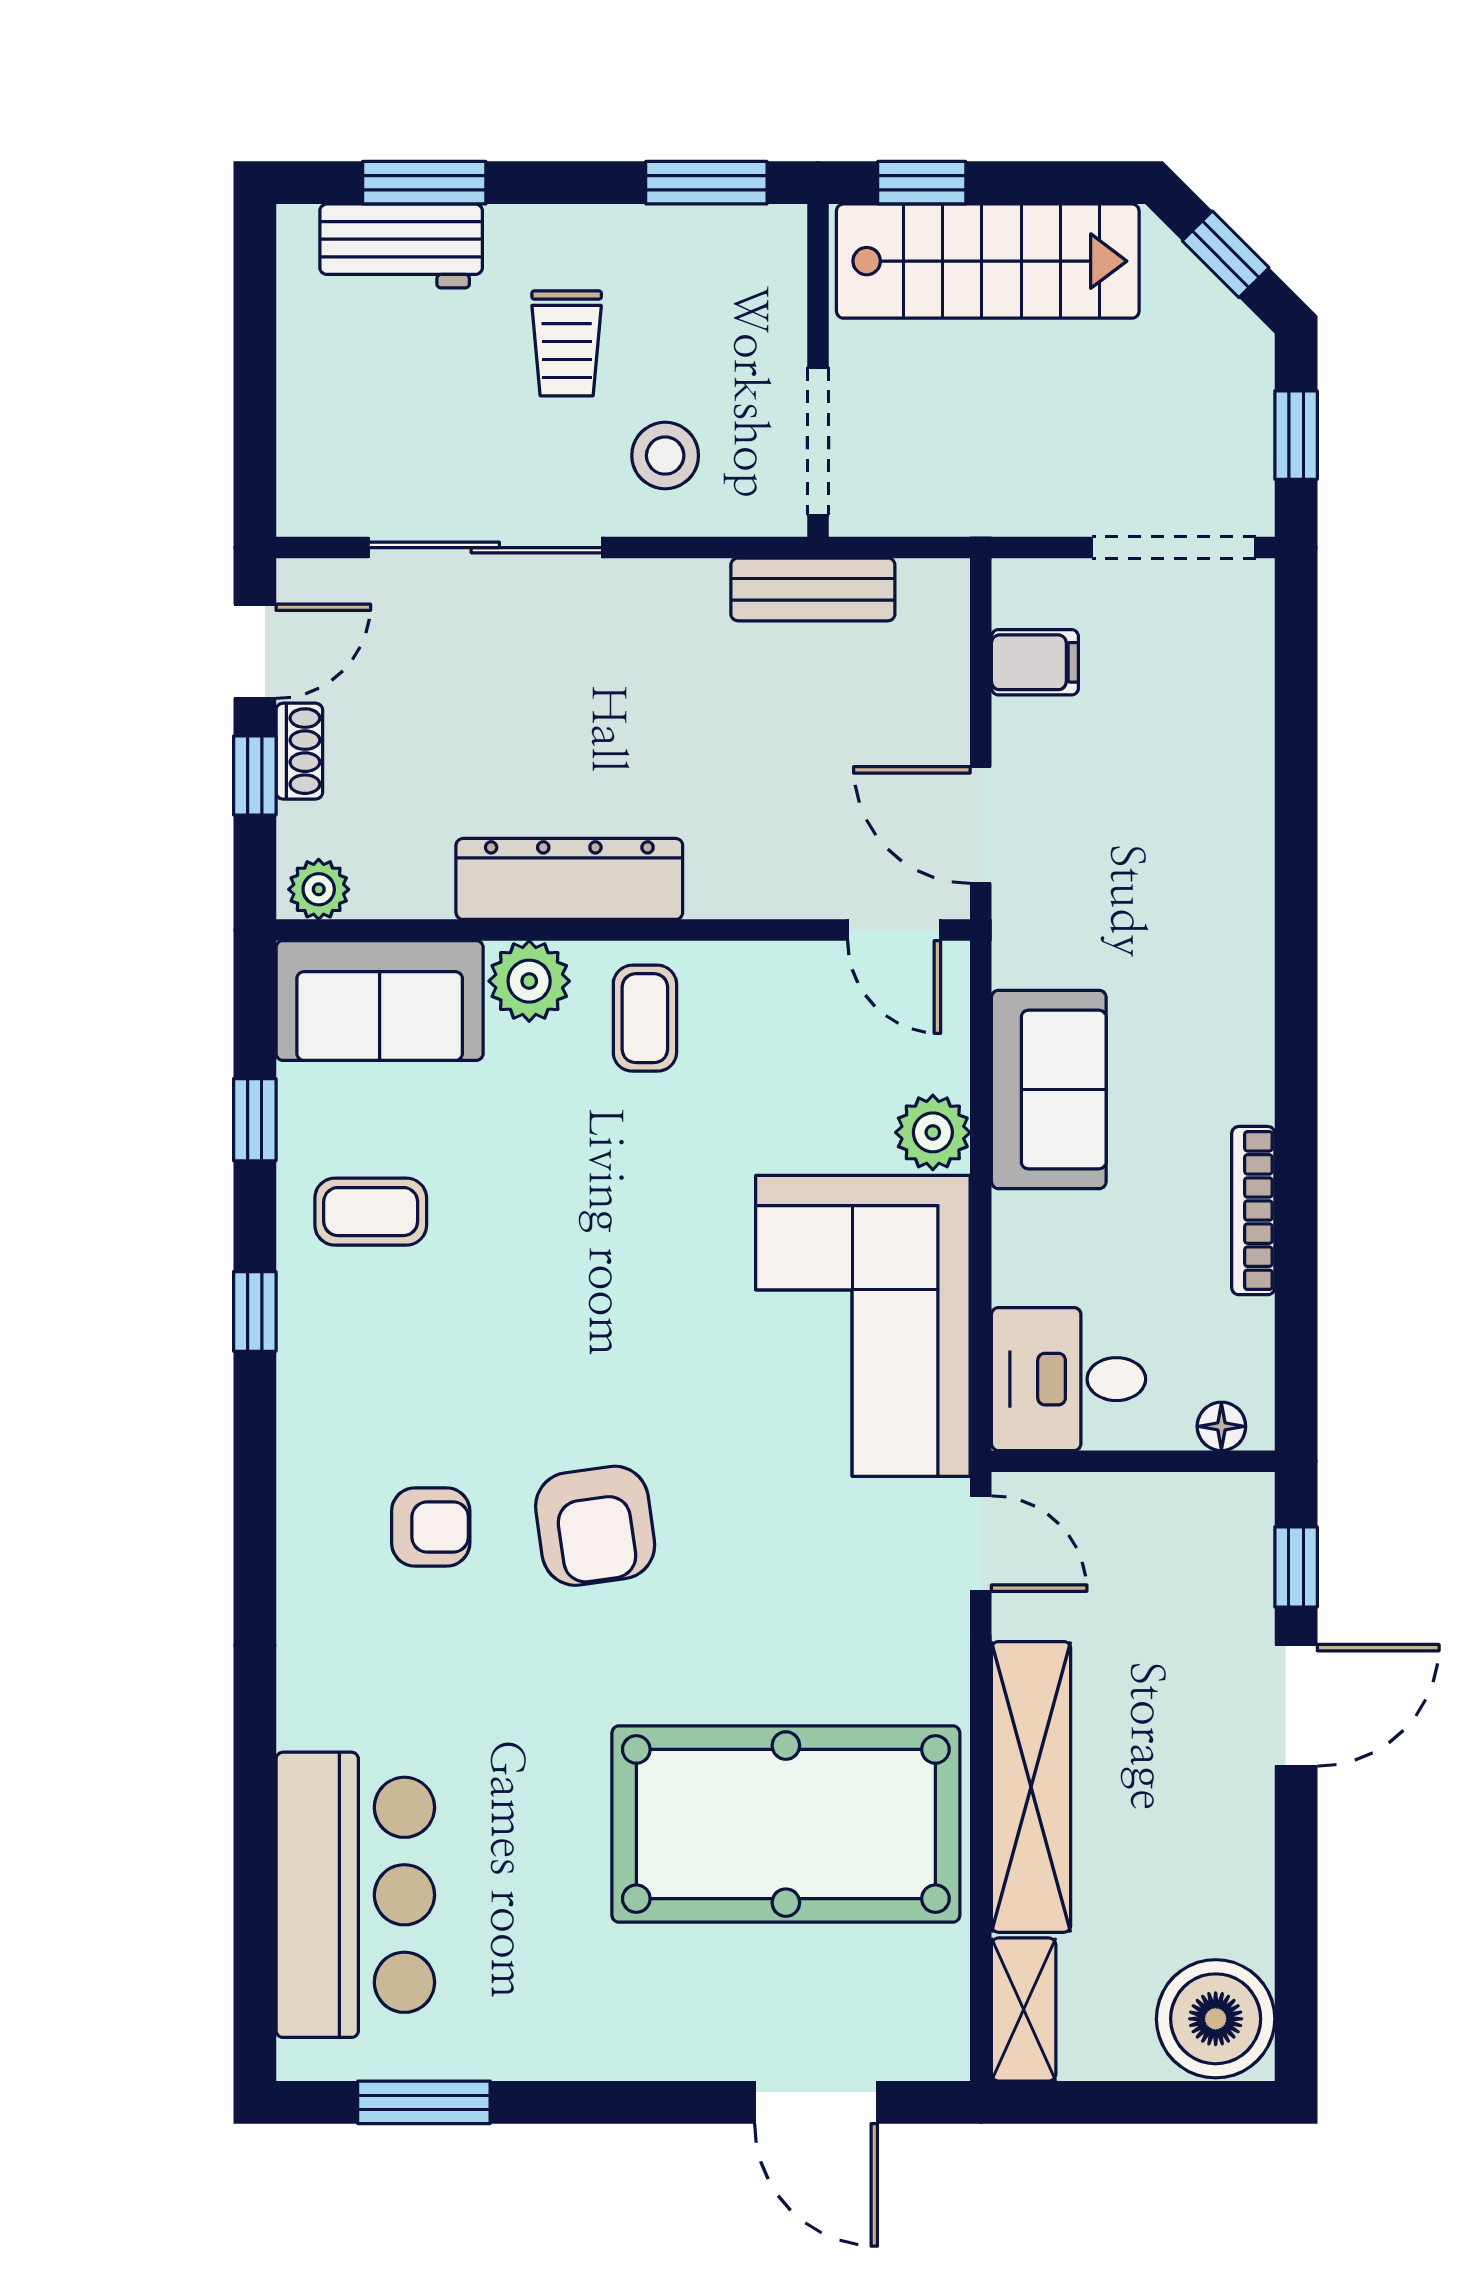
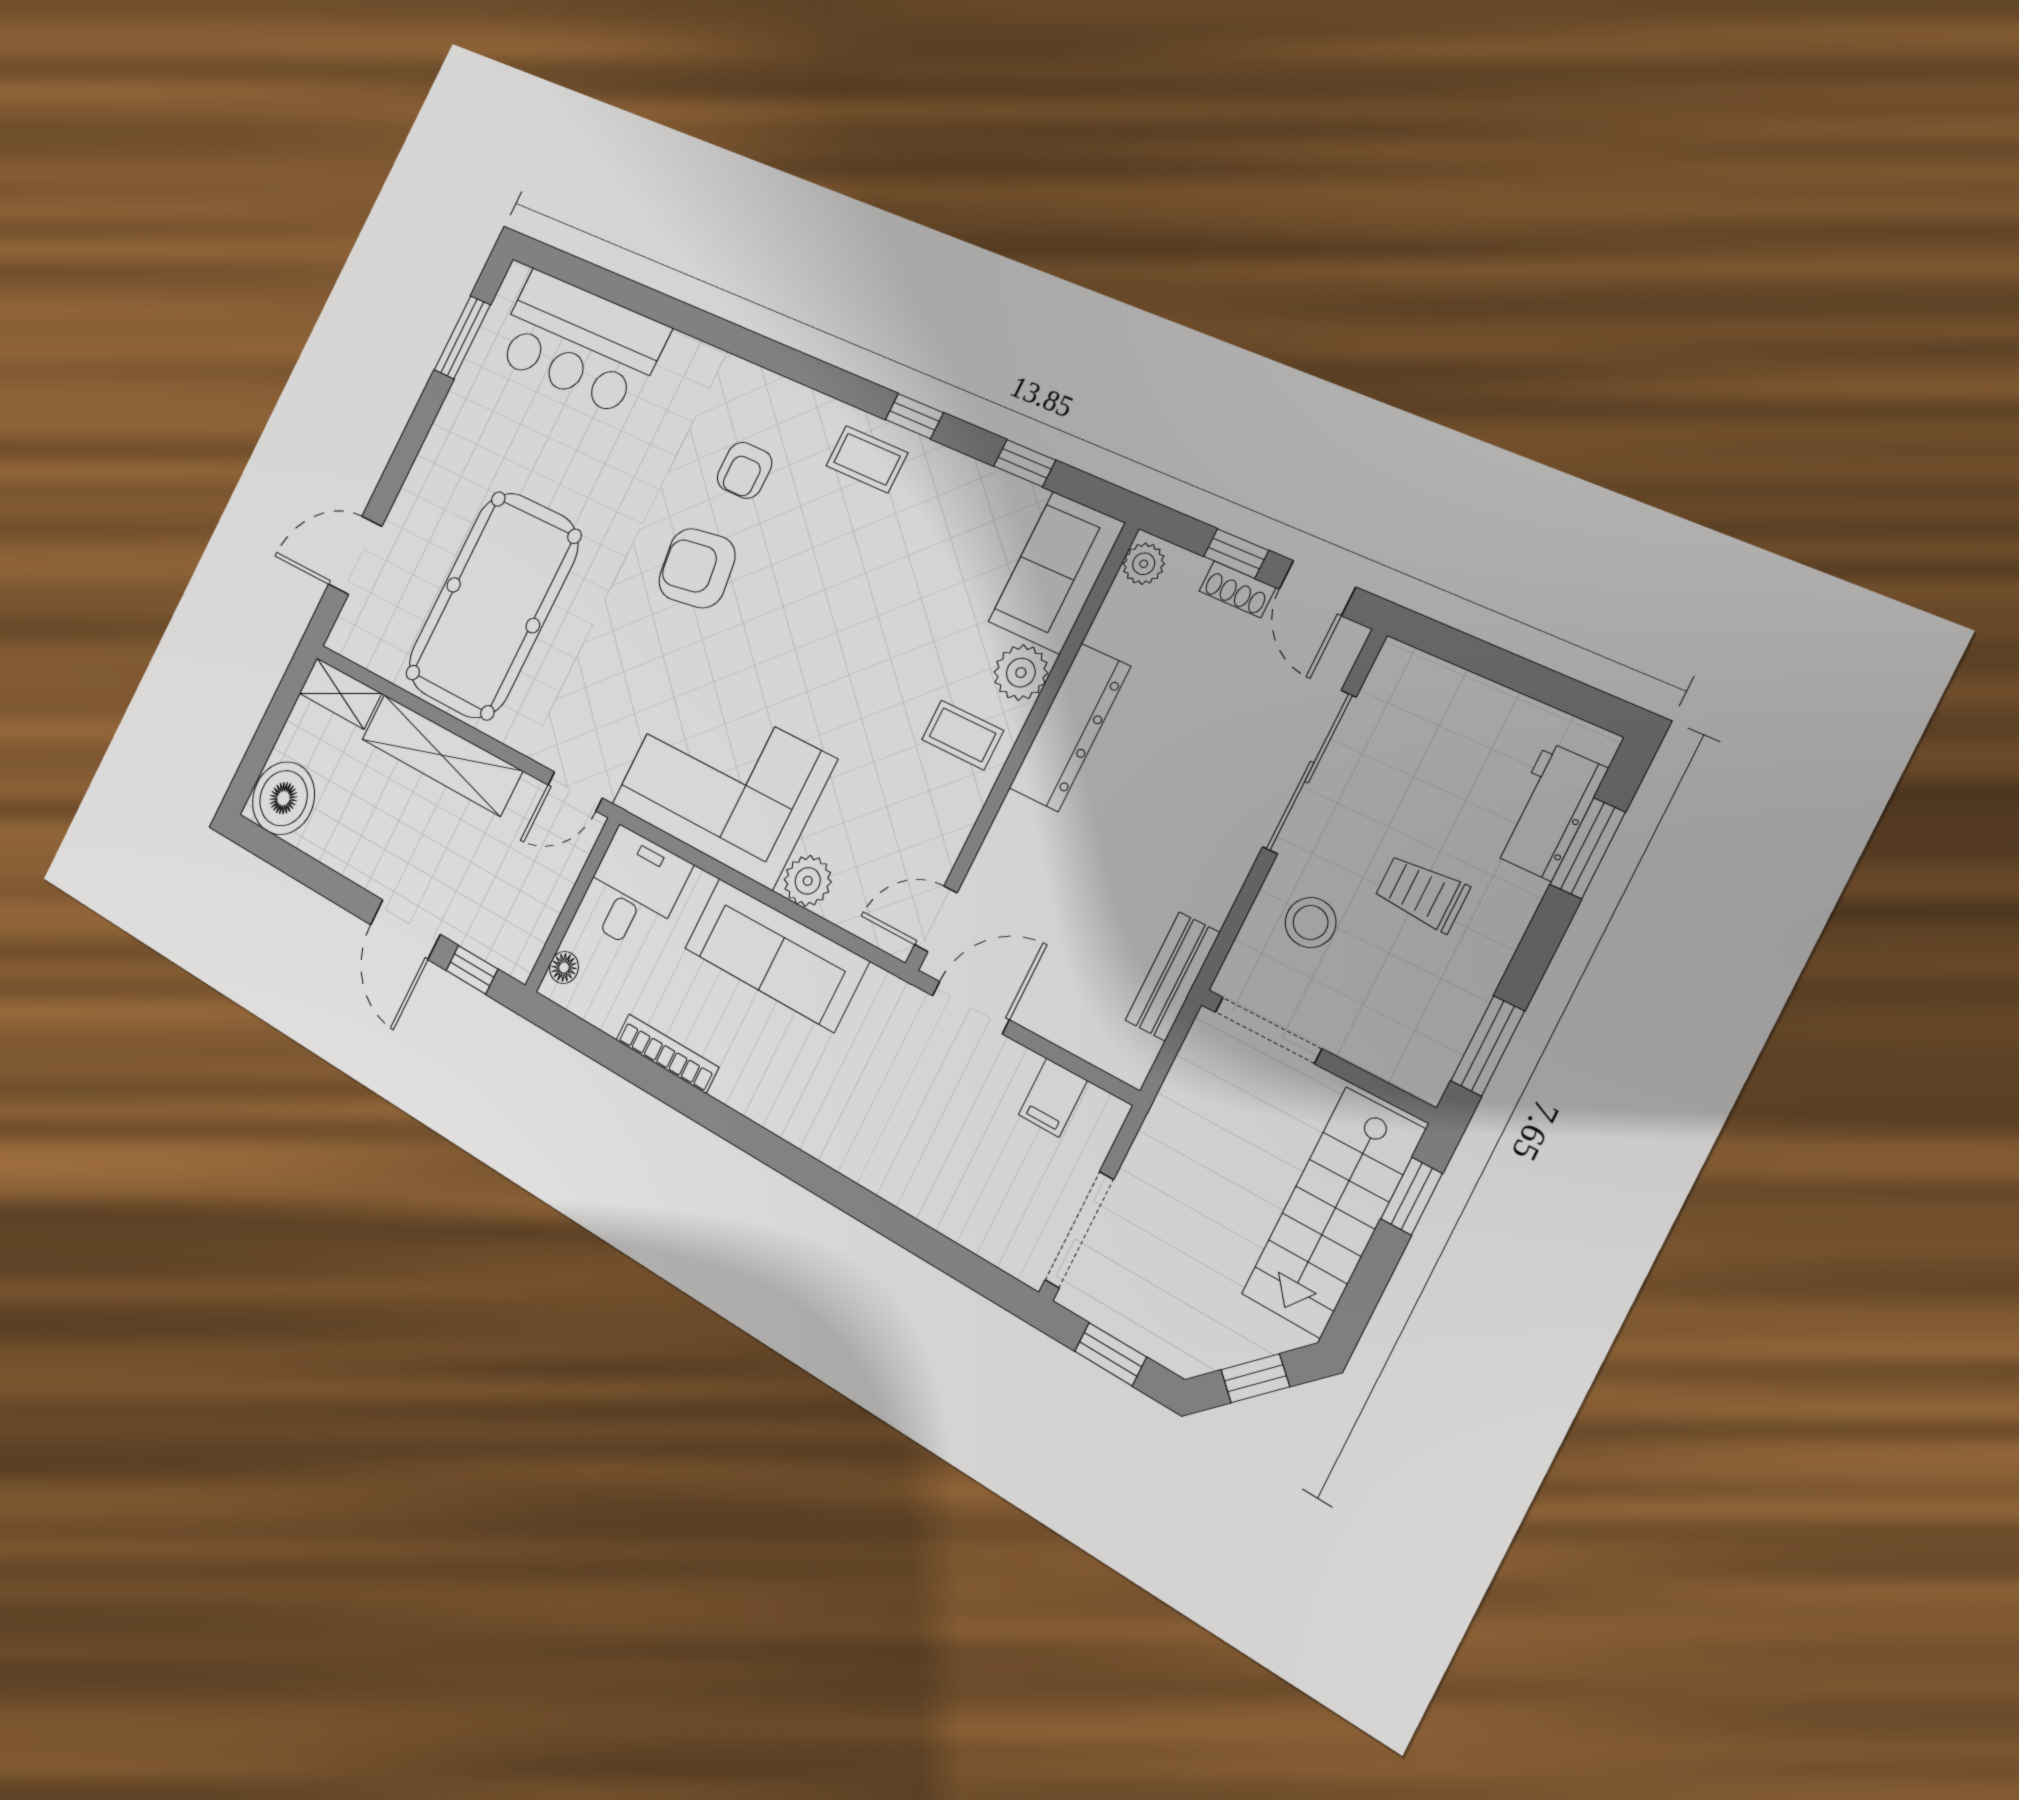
sofa: (1049, 1090) -> (776, 955), width x1.36
coffee table: (371, 1212) -> (867, 459), moved, turned 90

